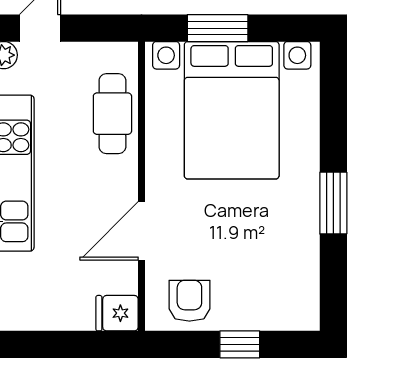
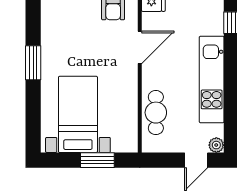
bed with nightstands: (232, 110) -> (78, 114), width x0.73

